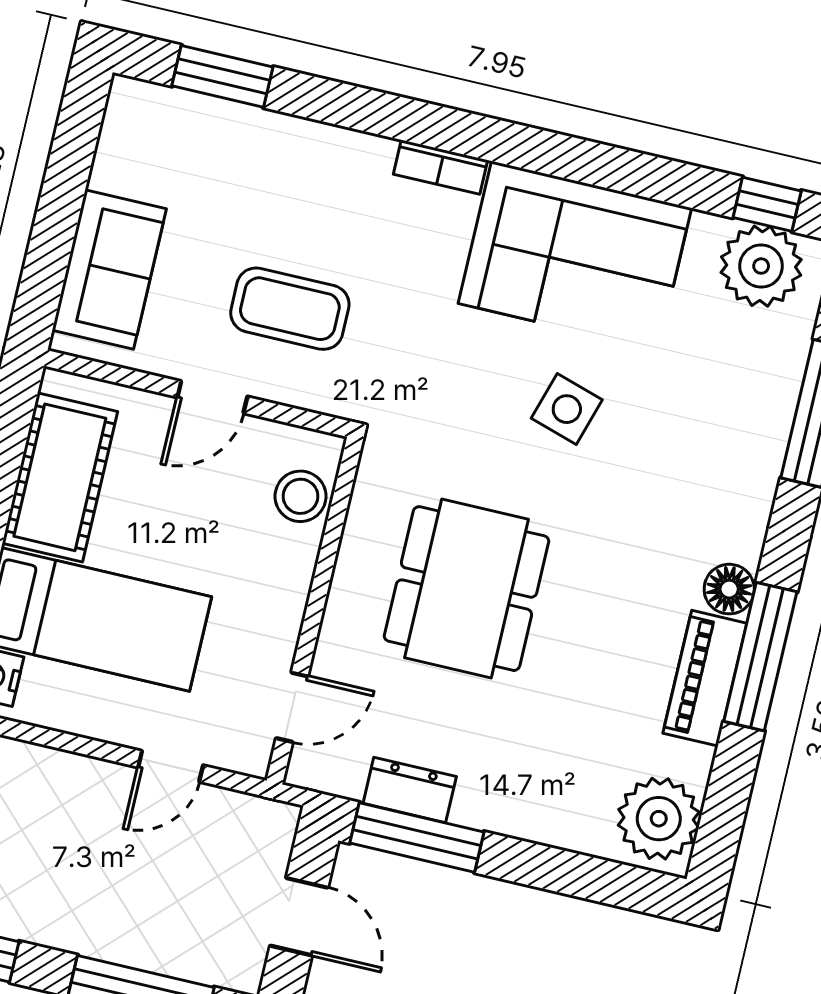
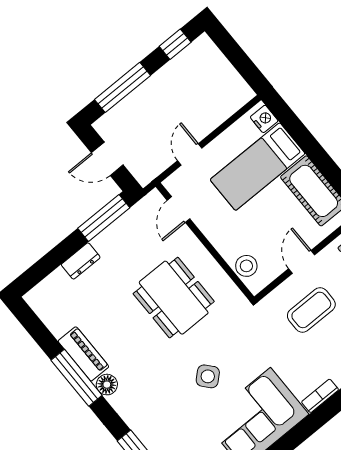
side table: (567, 409) -> (208, 376), turned 31
dresser: (410, 790) -> (81, 261), moved
plant: (659, 819) -> (49, 303), removed

